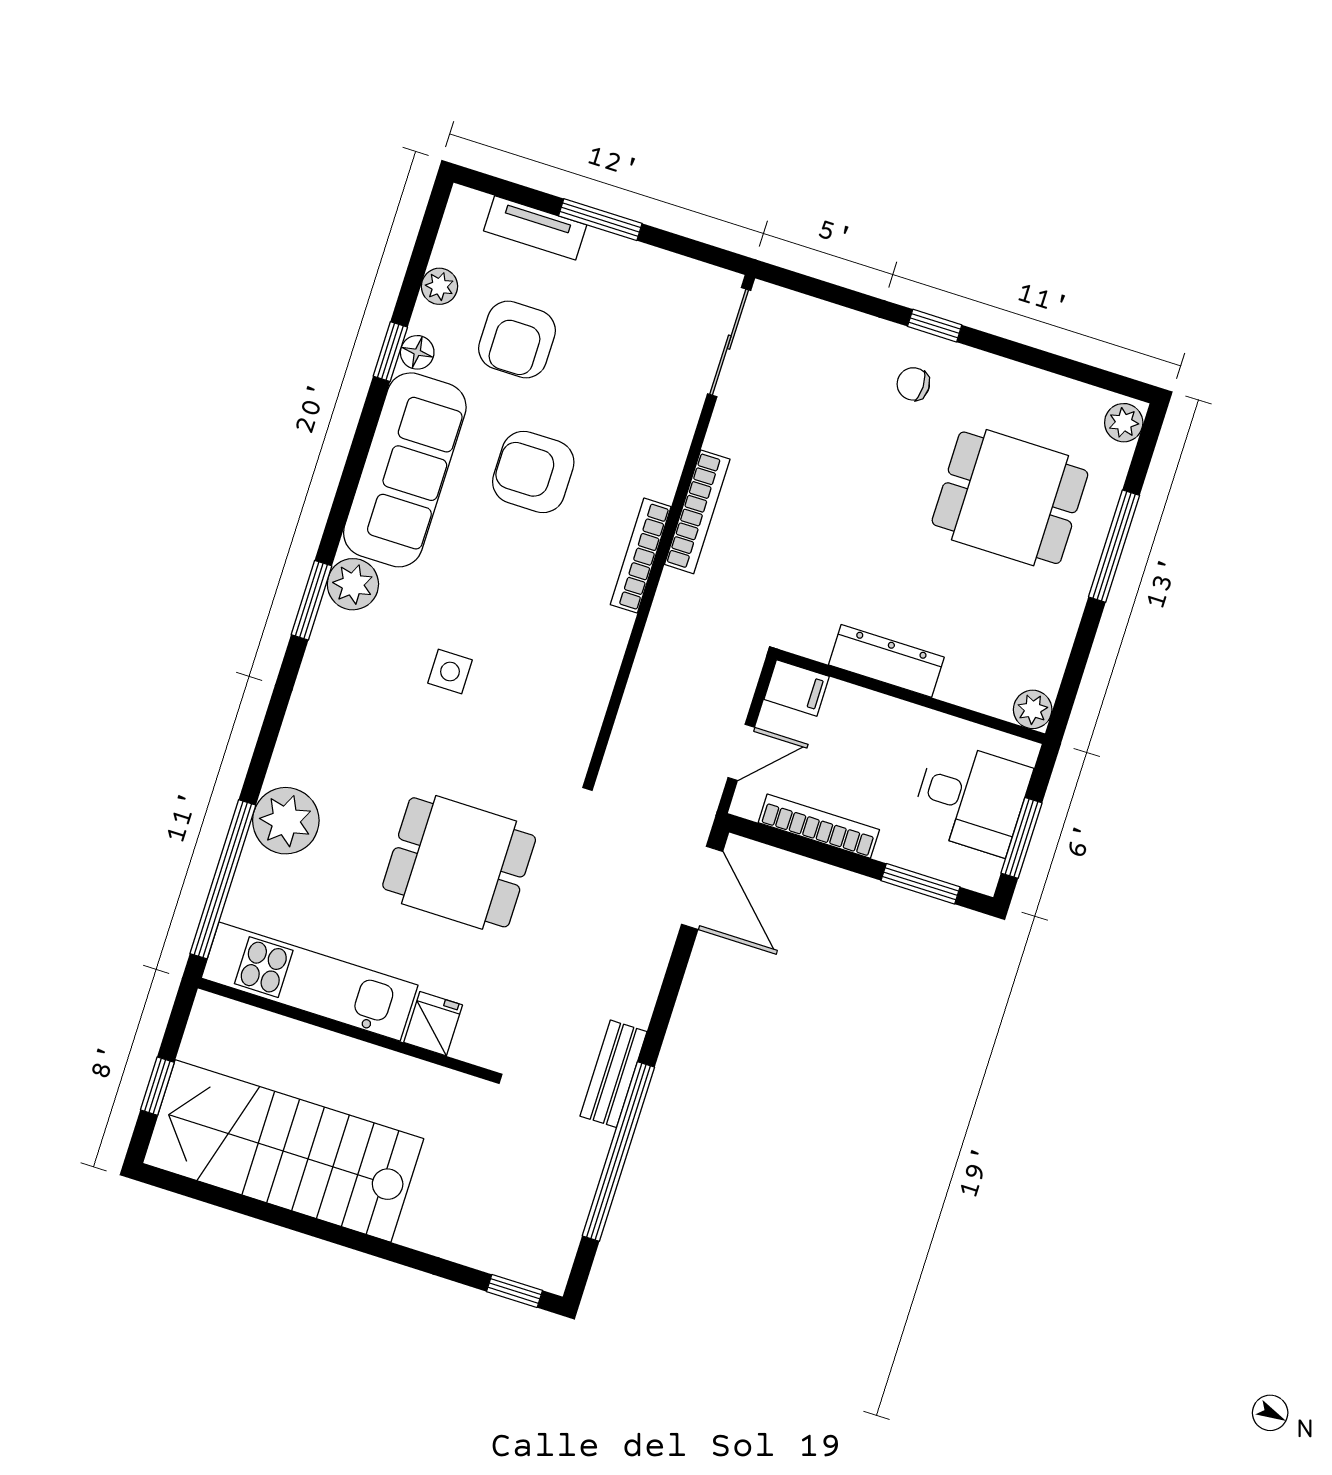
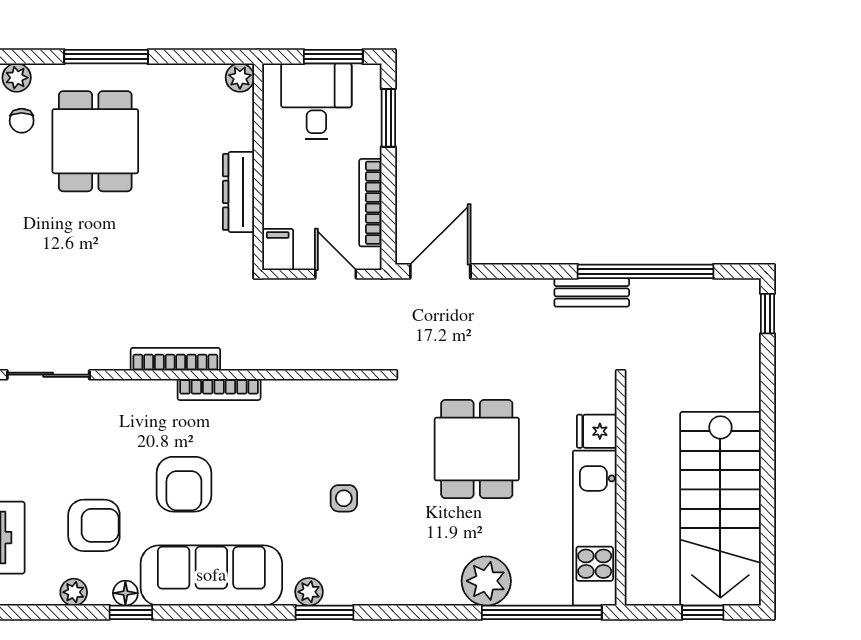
chair: (913, 384) -> (22, 121), moved
plant: (353, 584) -> (309, 592), width x0.73, depth x0.73

